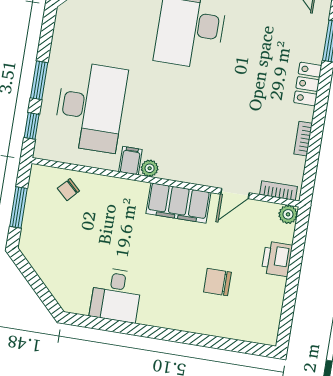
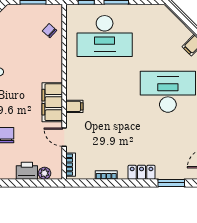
filing cabinet: (130, 161) -> (74, 106), moved
plant: (150, 168) -> (71, 80), removed
plant: (288, 214) -> (45, 173), moved

